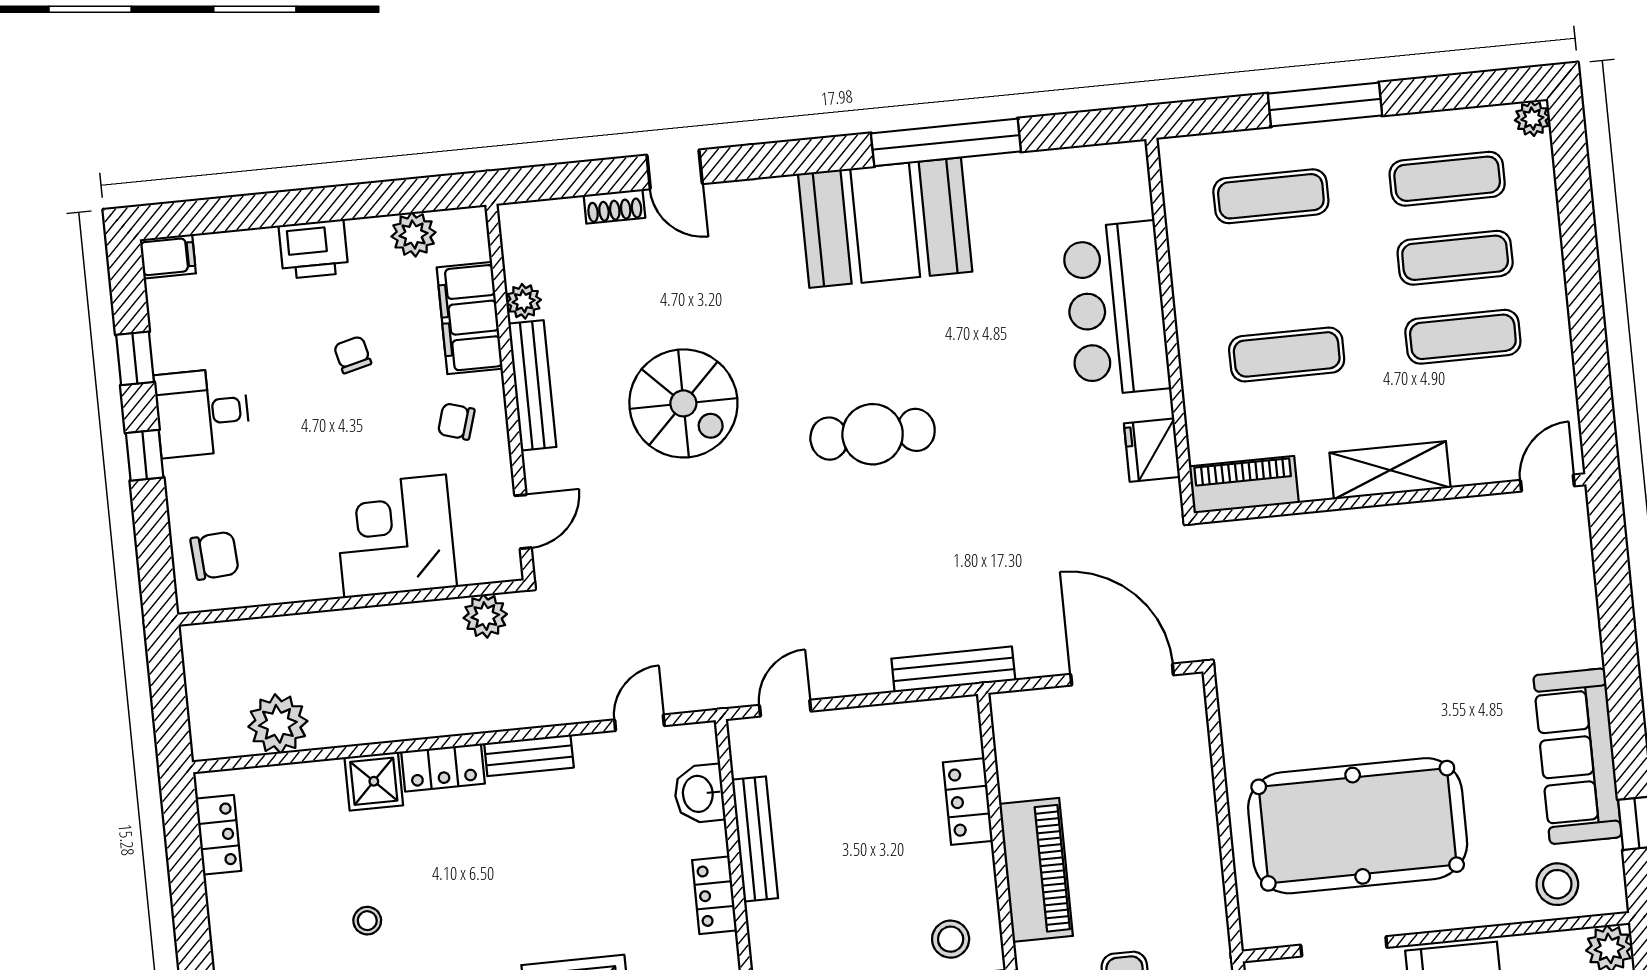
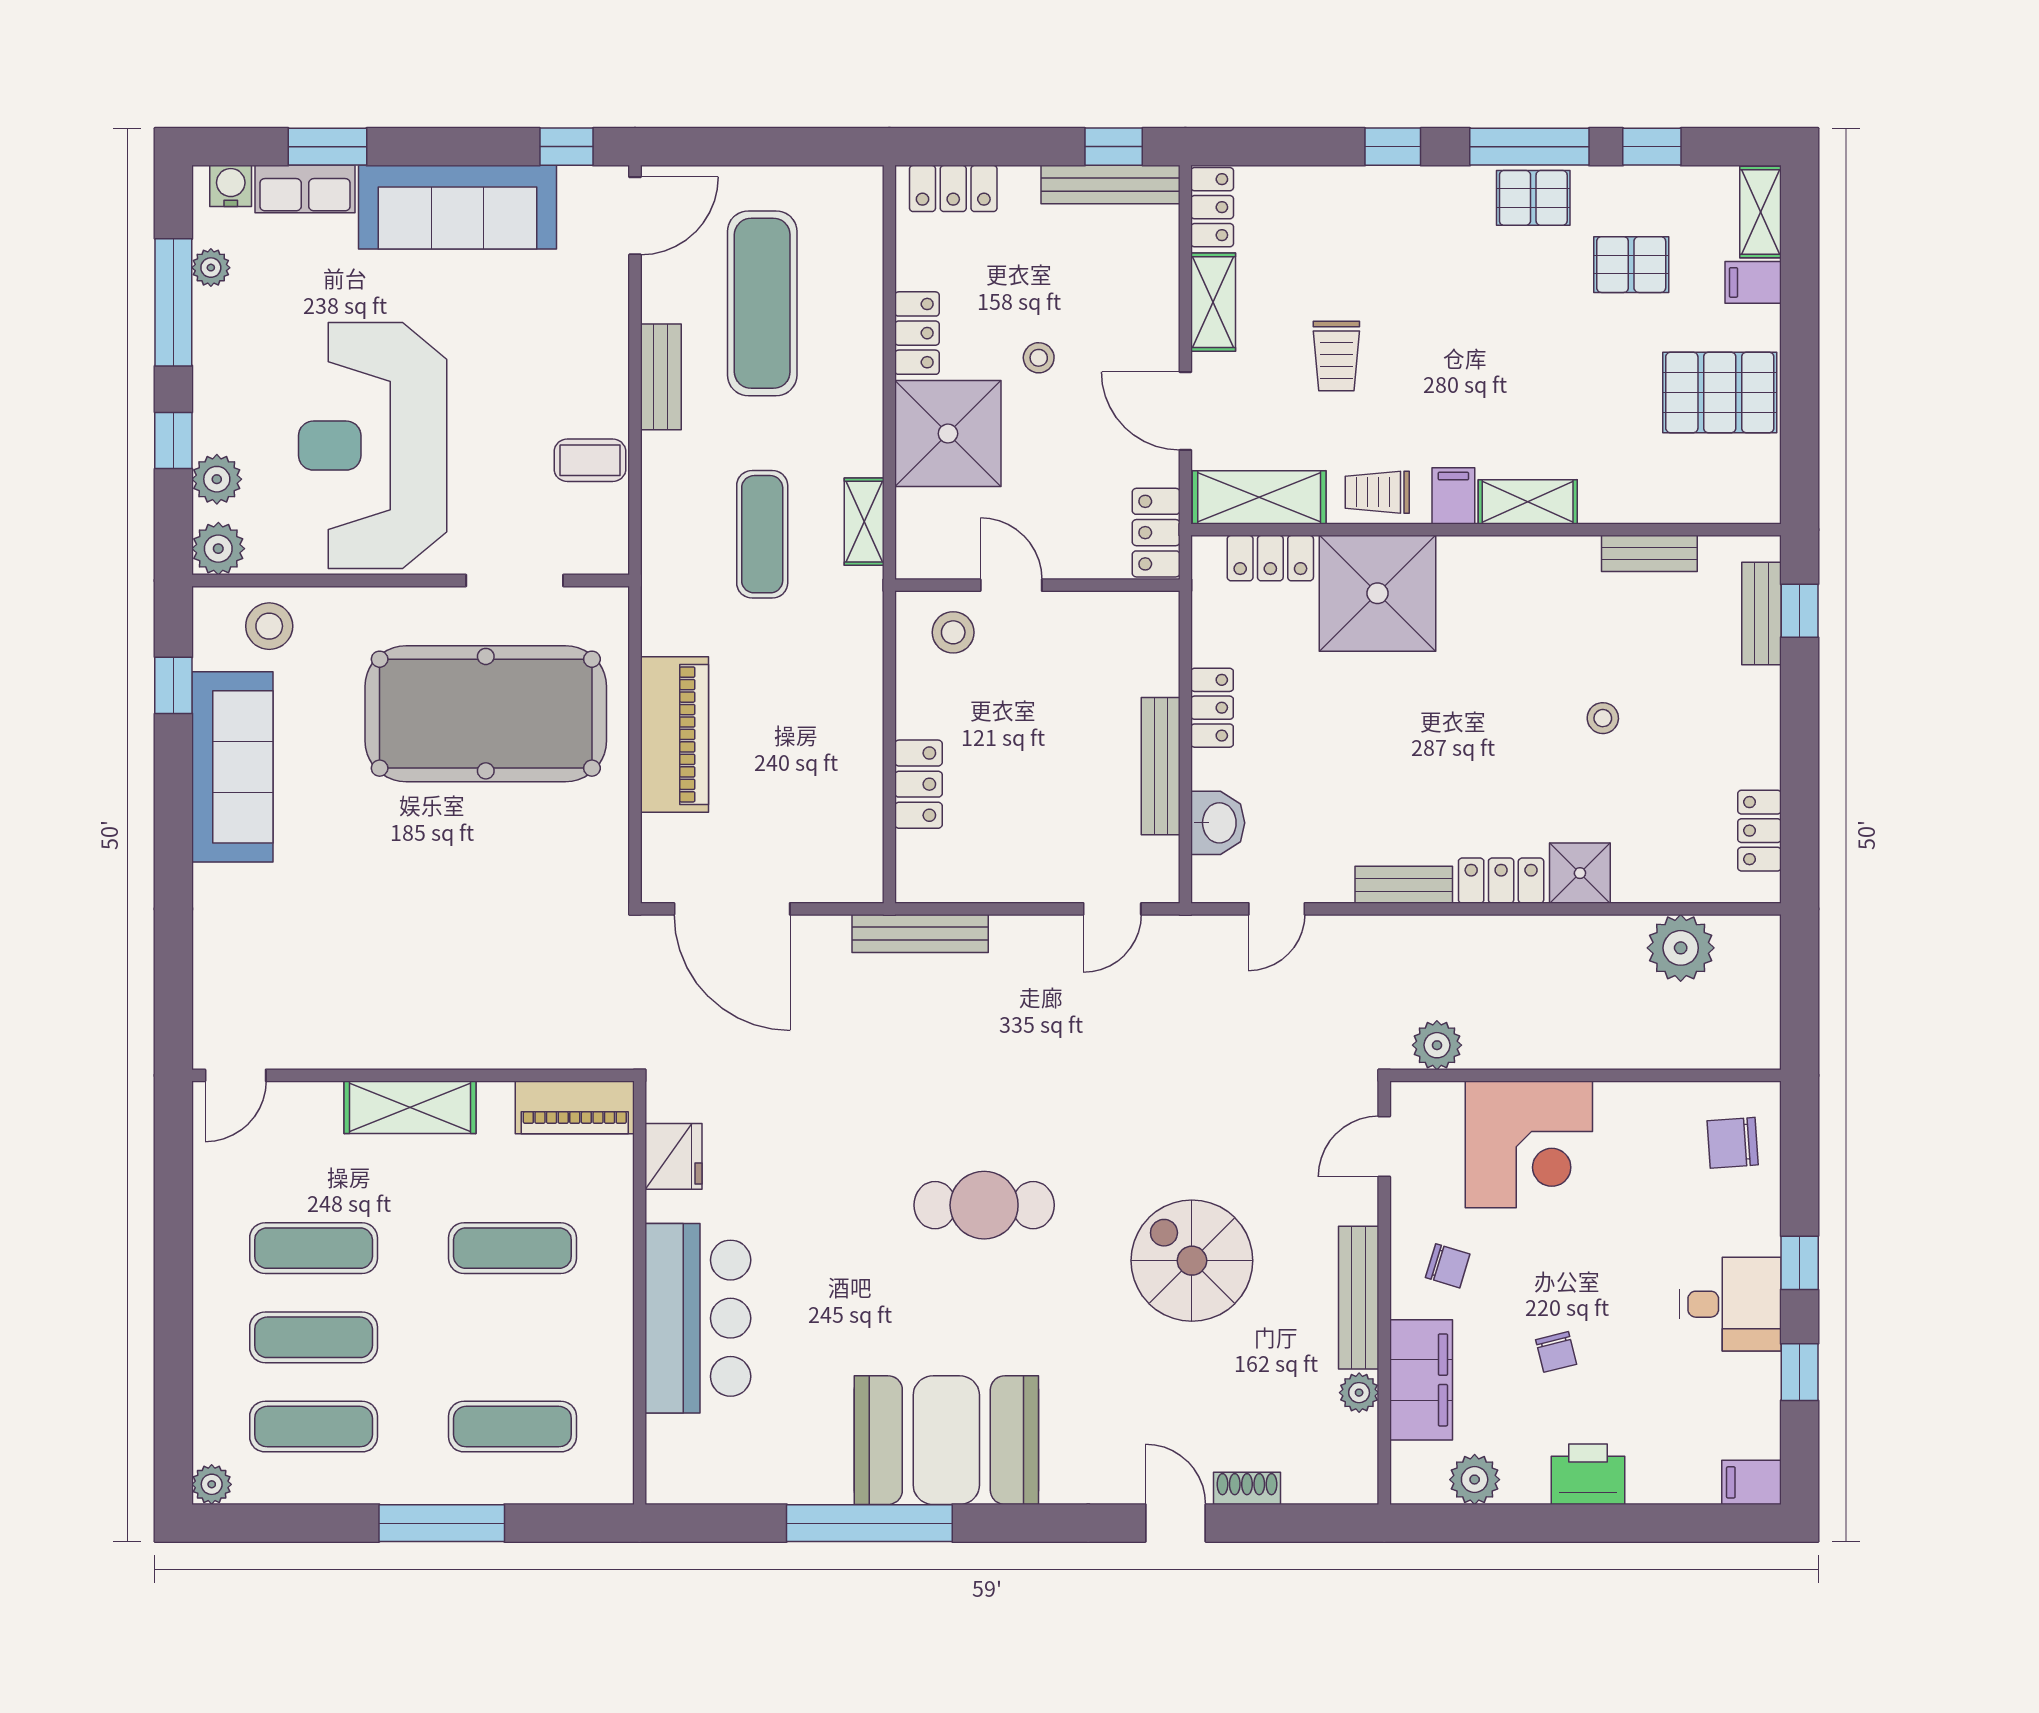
piano: (1036, 870) -> (674, 734), moved, turned 180

